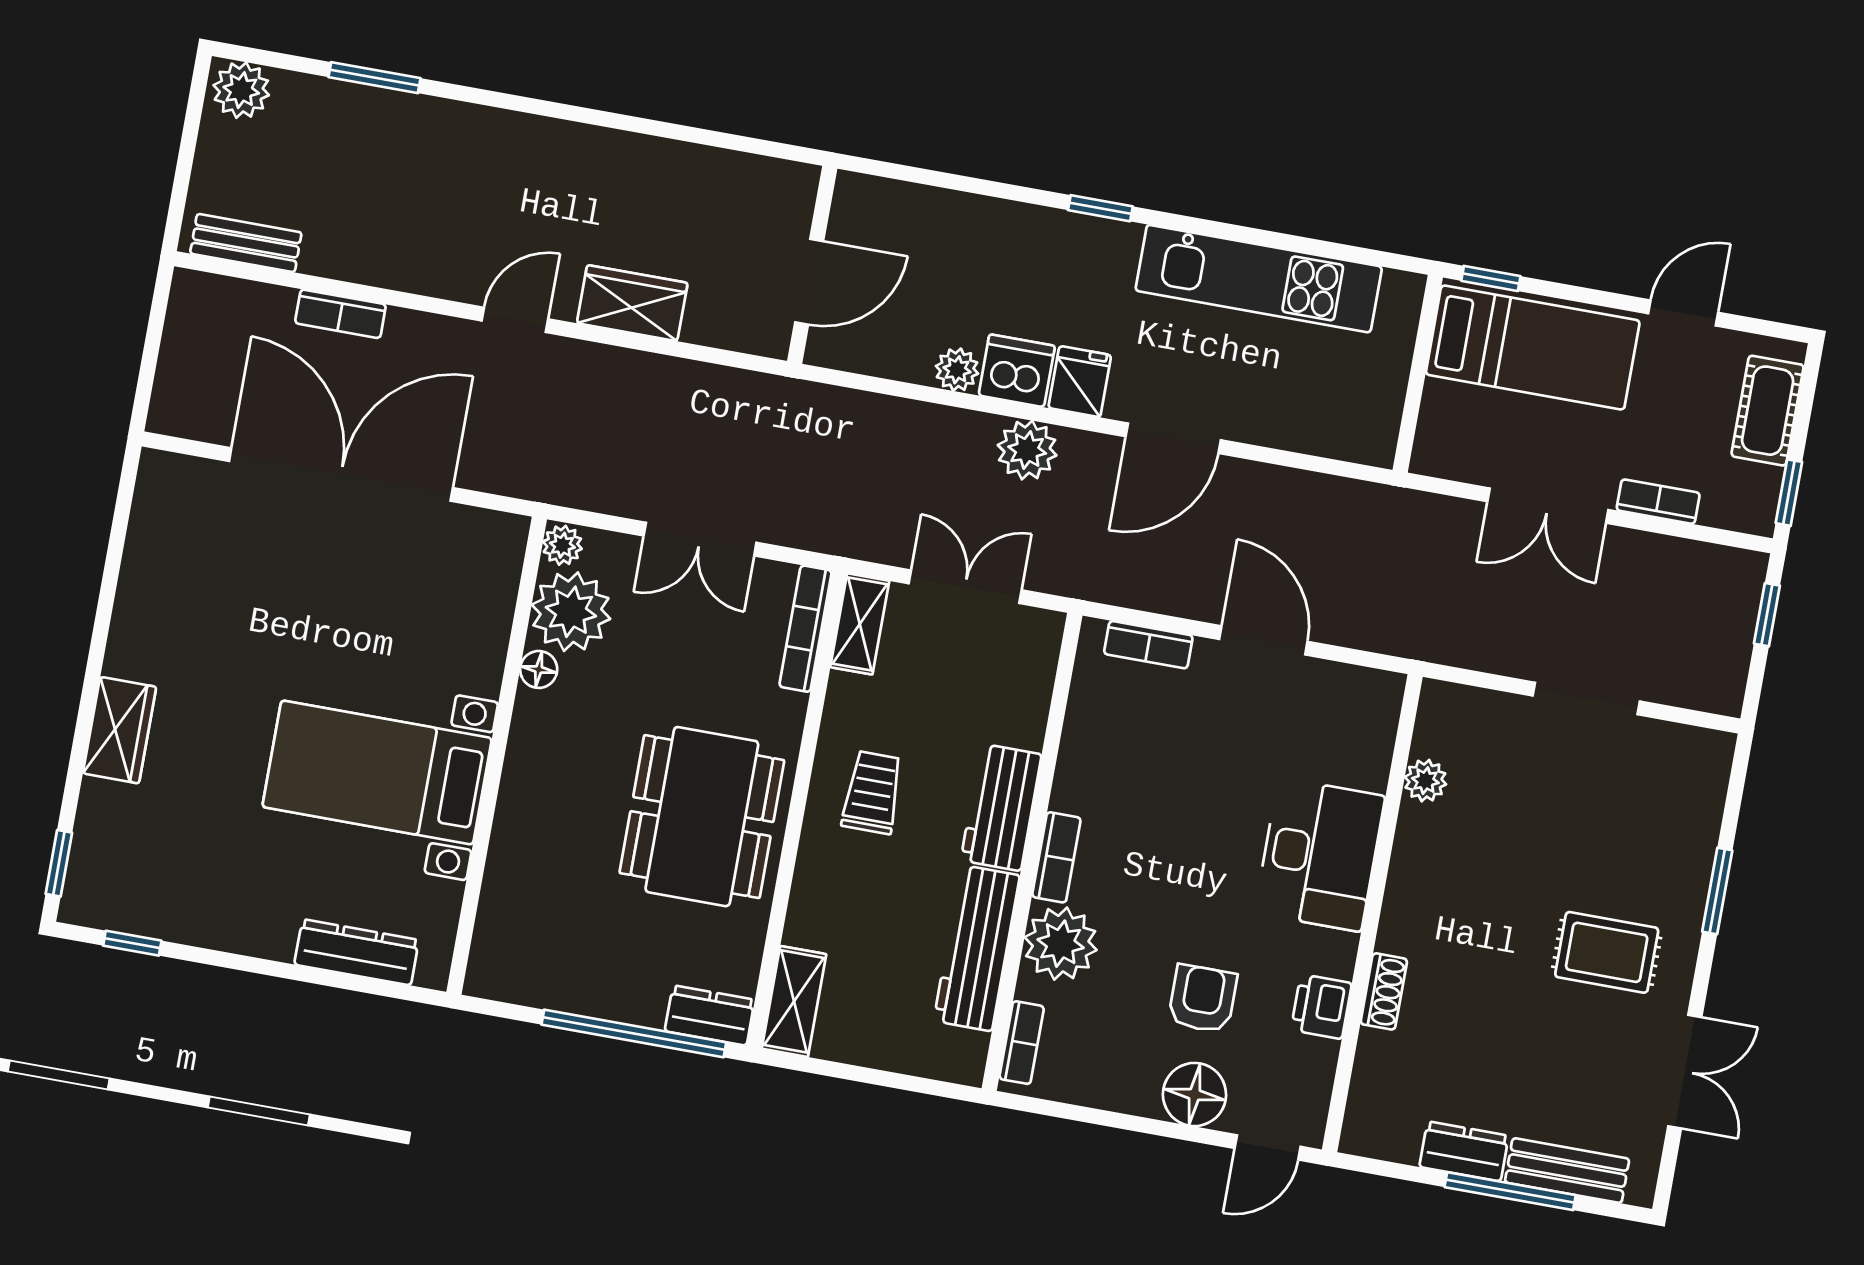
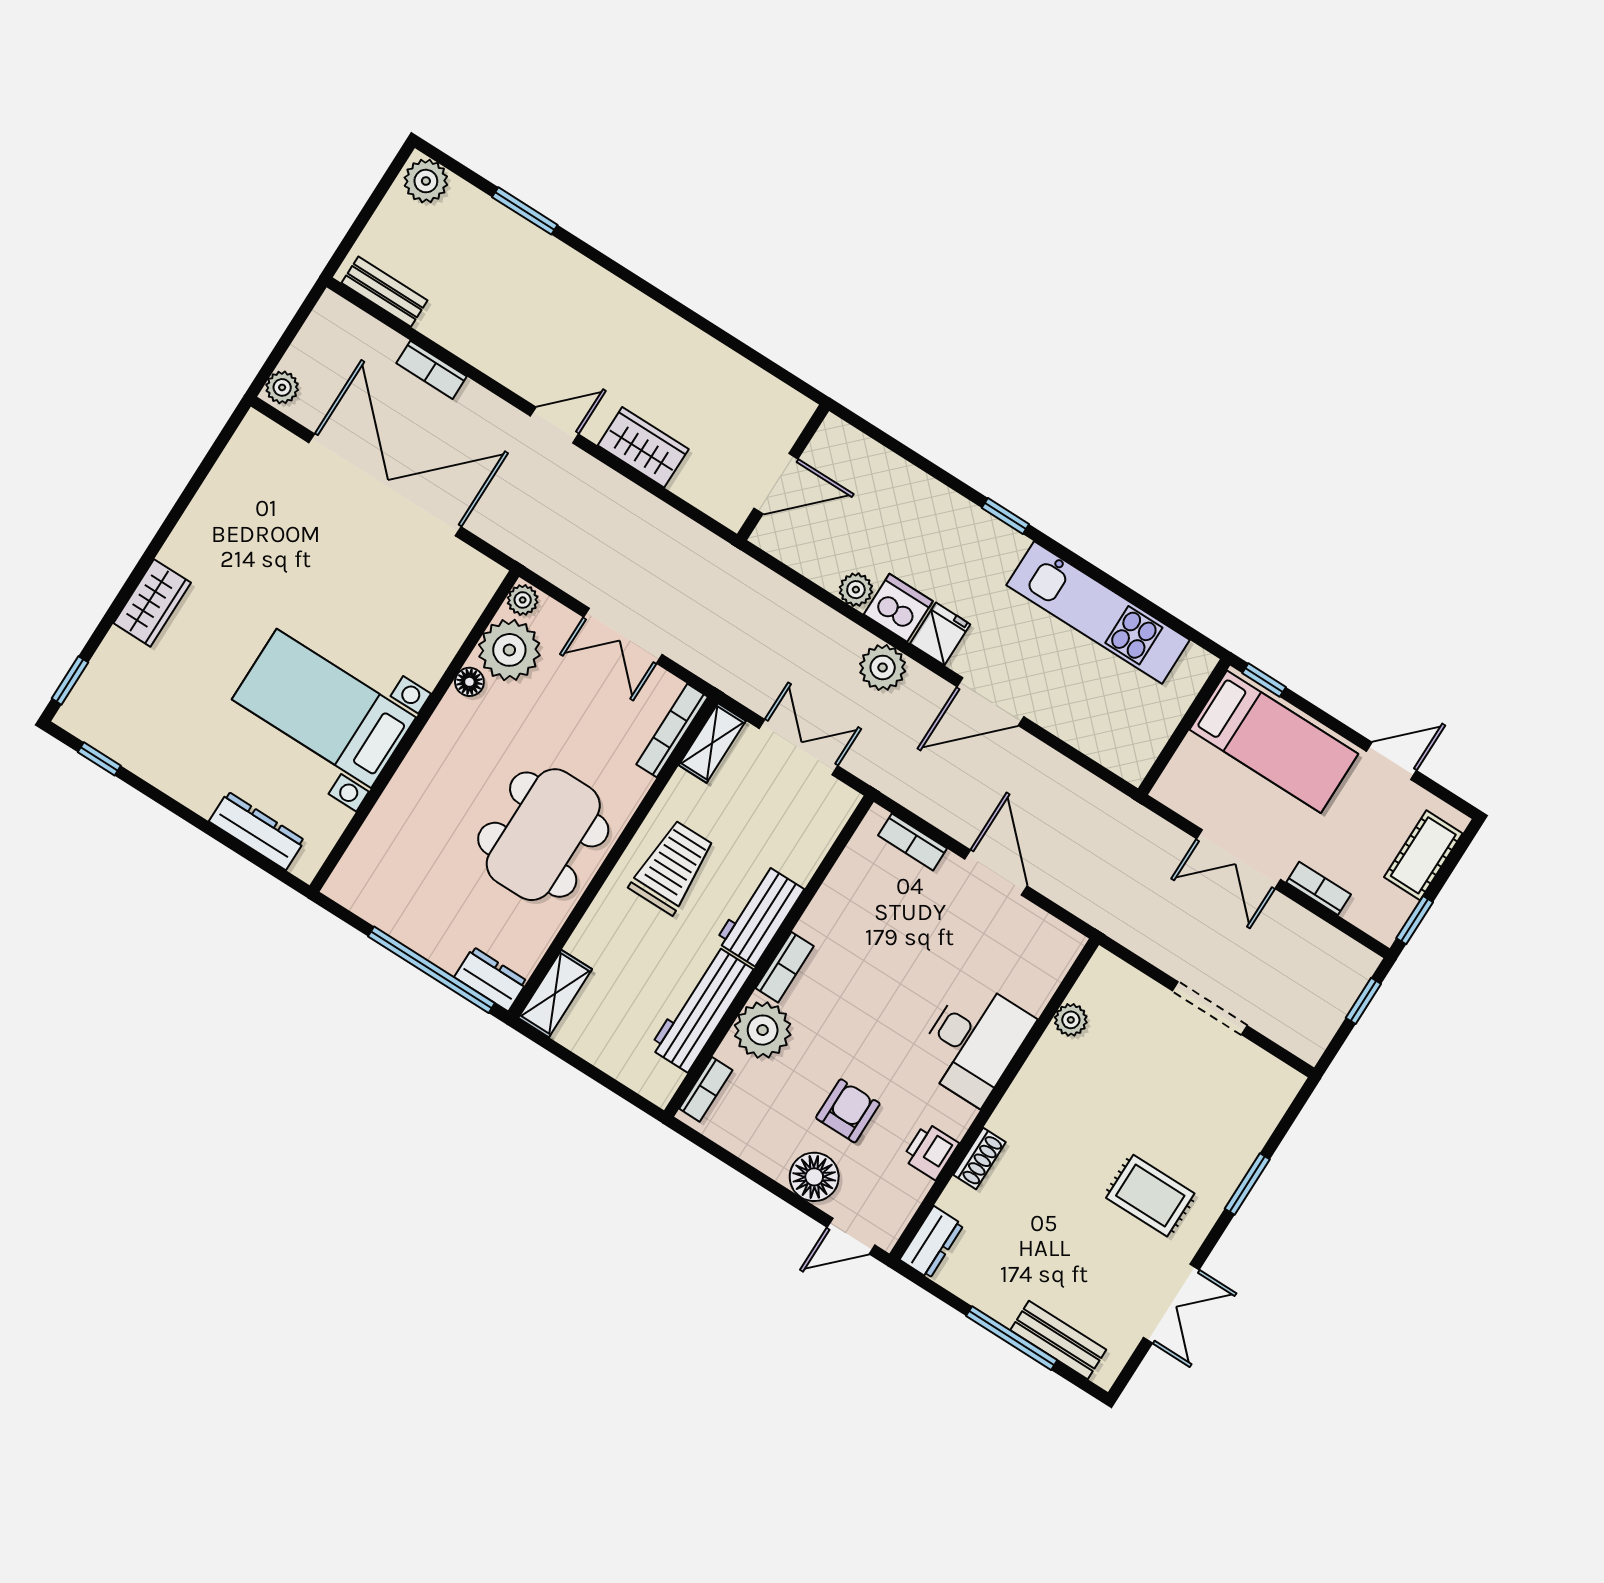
plant: (170, 408) -> (282, 387), added
trolley: (872, 793) -> (672, 867), width x1.36, depth x1.39
dresser: (1464, 1151) -> (932, 1242), moved, turned 90

